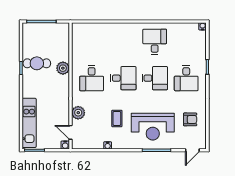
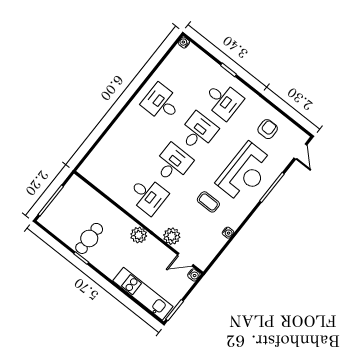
plant: (63, 68) -> (139, 235), moved

